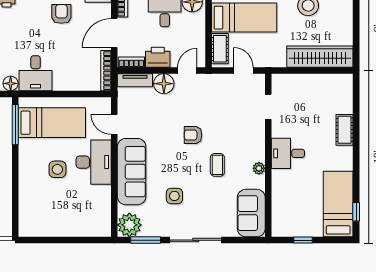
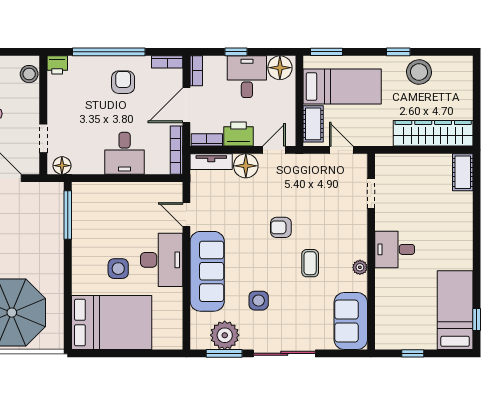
desk: (36, 73) -> (125, 153), moved
bed: (52, 123) -> (112, 323), moved, width x1.50
cot: (345, 130) -> (463, 172), moved
plant: (129, 225) -> (225, 335), moved

